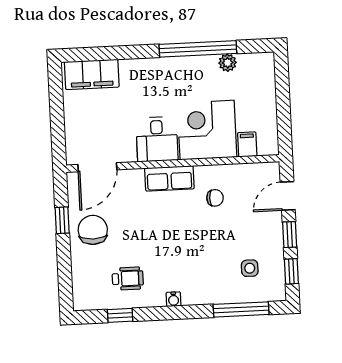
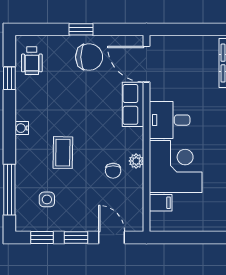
plant: (203, 173) -> (136, 161), added
row of seats: (169, 178) -> (133, 104), moved
window: (62, 220) -> (81, 29), moved
coffee table: (198, 253) -> (63, 153), added
wheelchair: (128, 279) -> (32, 61), moved

